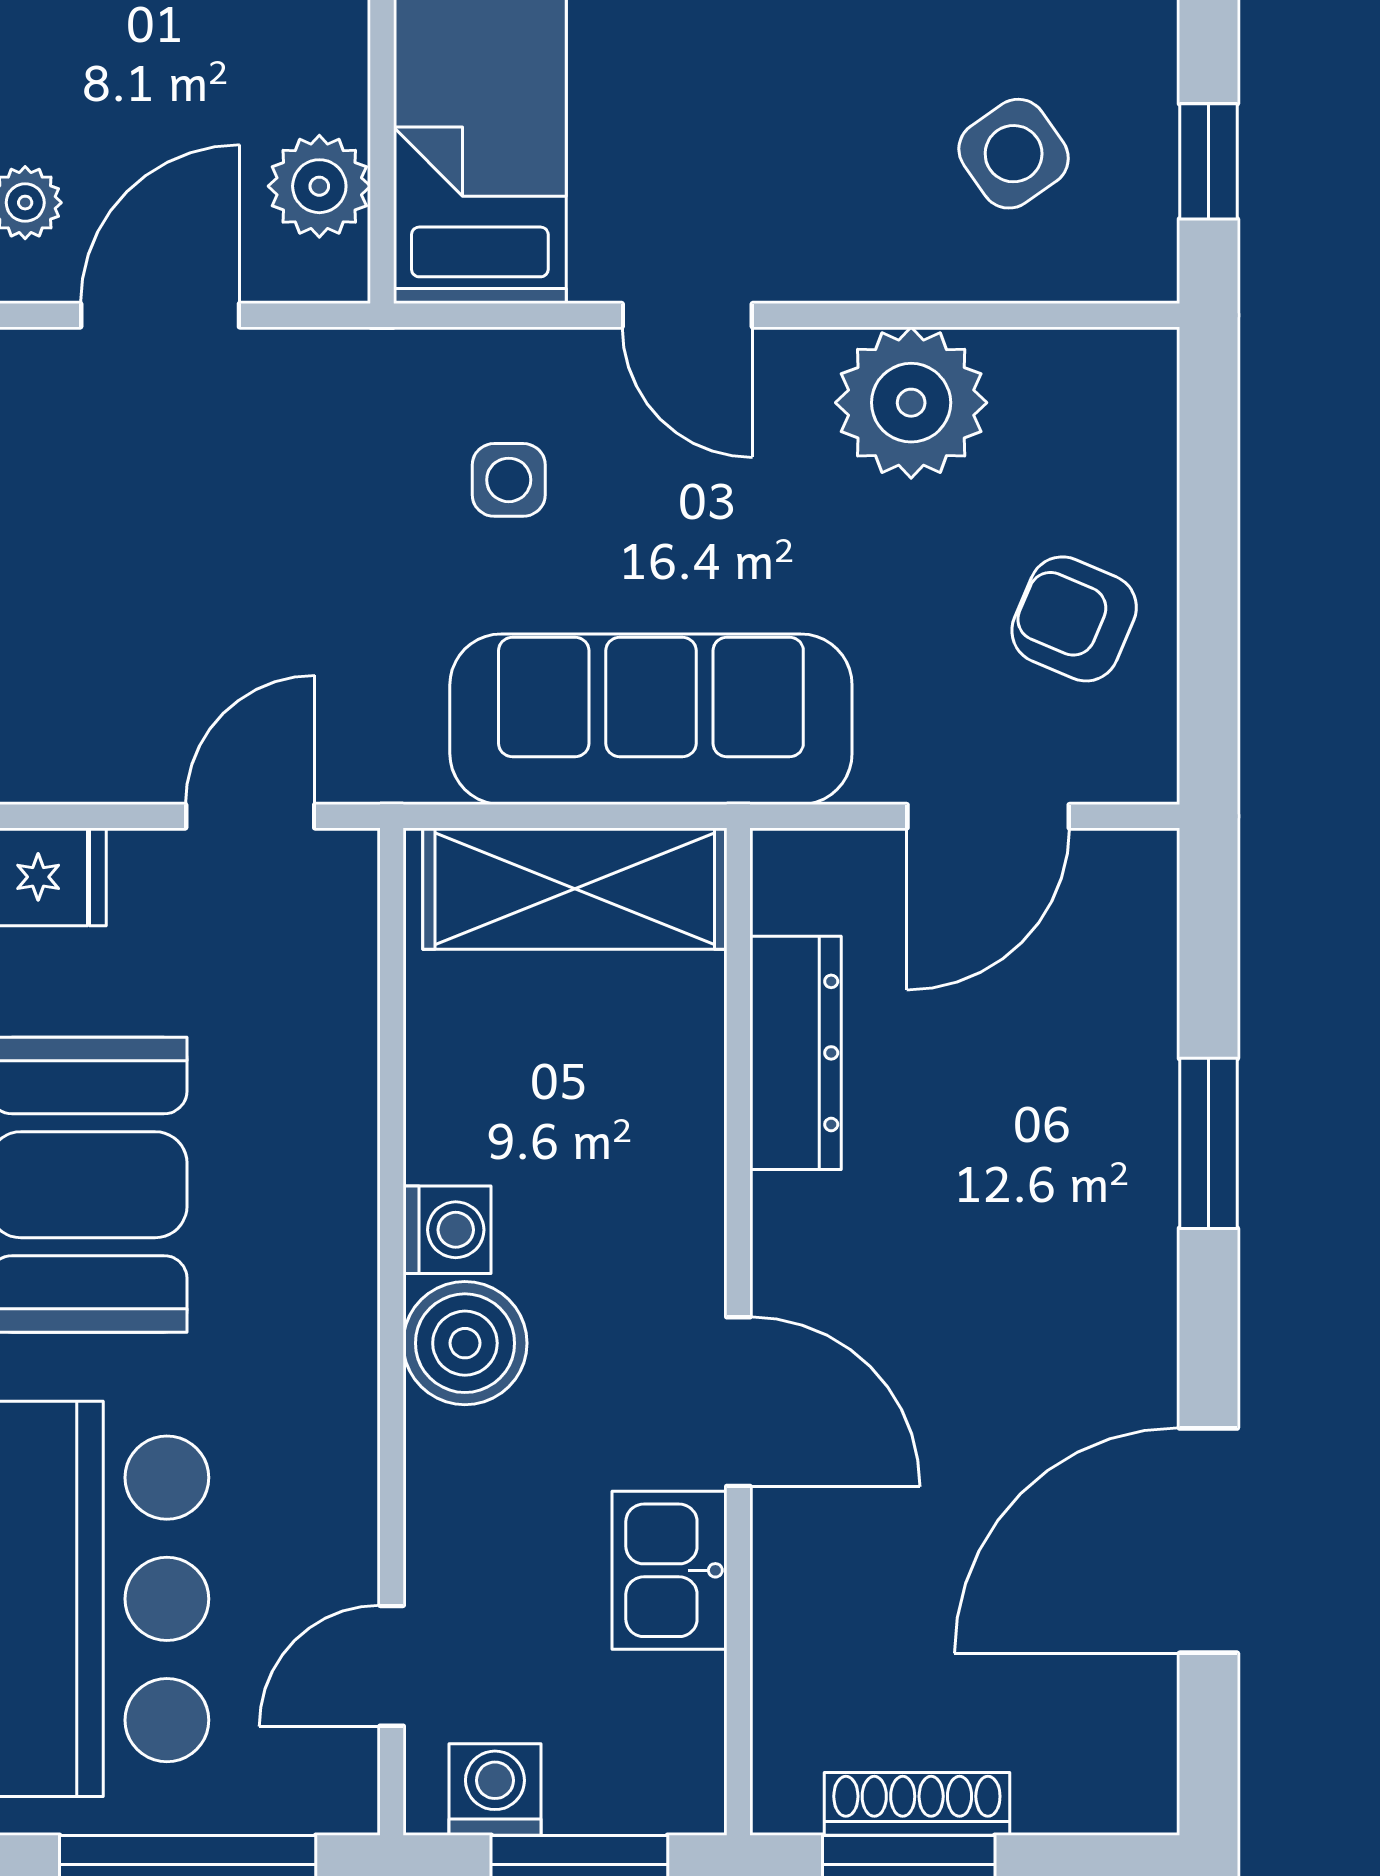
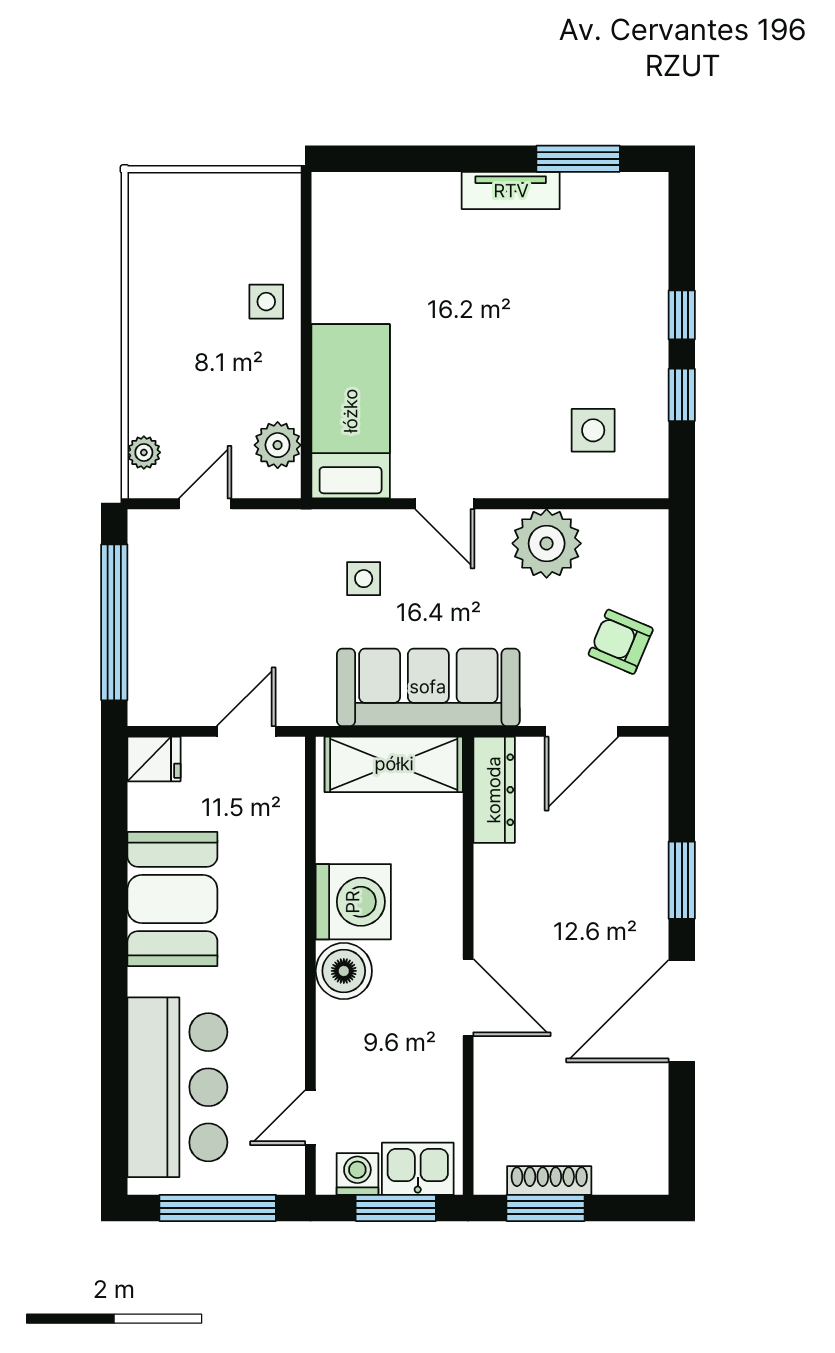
side table: (1014, 154) -> (593, 430), turned 35
window: (1208, 161) -> (682, 395), moved
door: (160, 315) -> (205, 504), width x0.73
dresser: (796, 1053) -> (494, 790), moved
washing machine: (447, 1230) -> (353, 902), width x1.89, depth x1.89
door: (1208, 1541) -> (682, 1011), moved
kitchen sink: (669, 1570) -> (418, 1169), moved, turned 90

